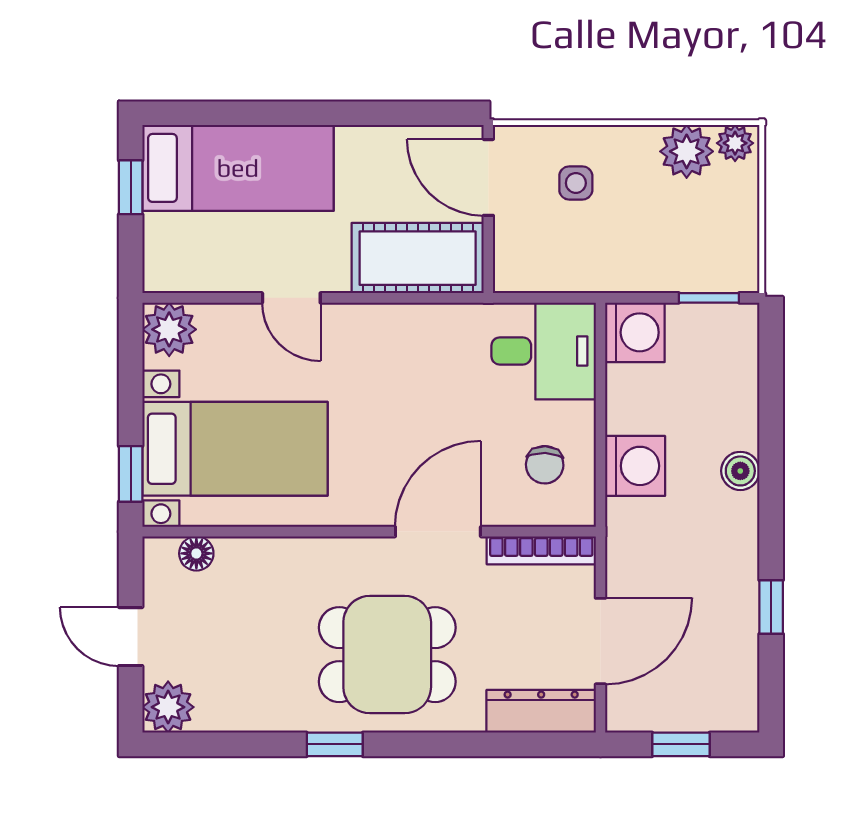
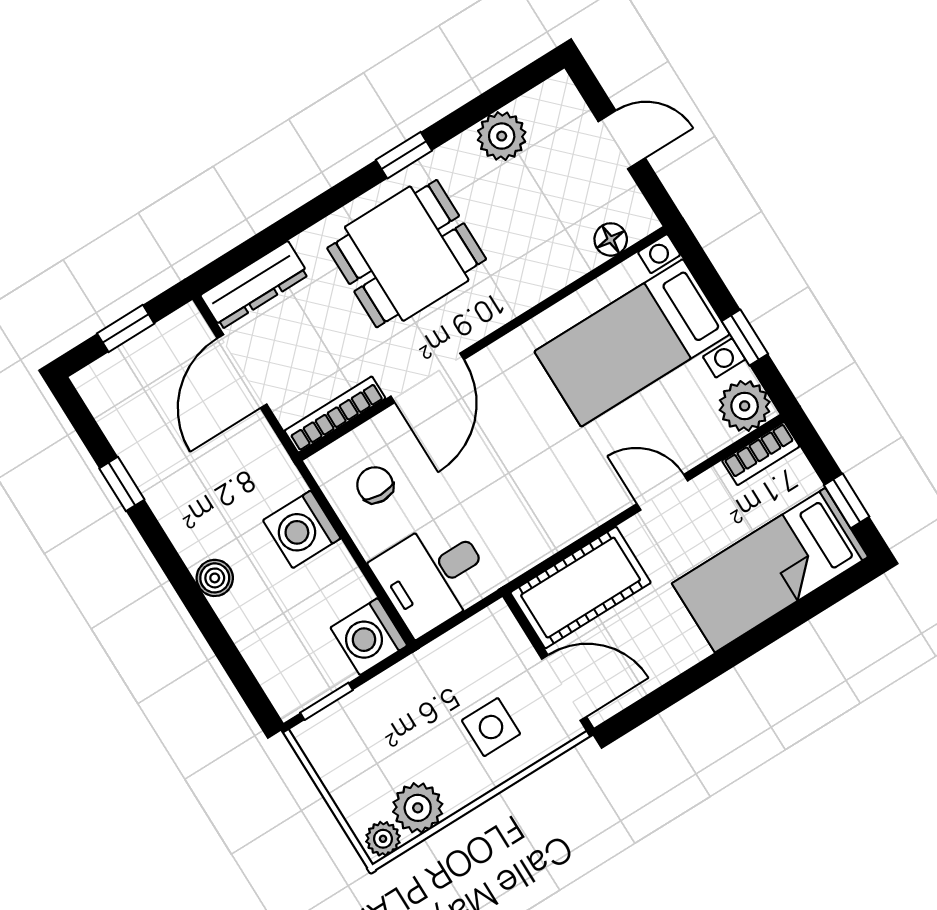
side table: (576, 183) -> (491, 727), width x1.37, depth x1.37
bookcase: (181, 278) -> (761, 454), added
window: (131, 474) -> (745, 338), moved
plant: (168, 707) -> (502, 136), moved

